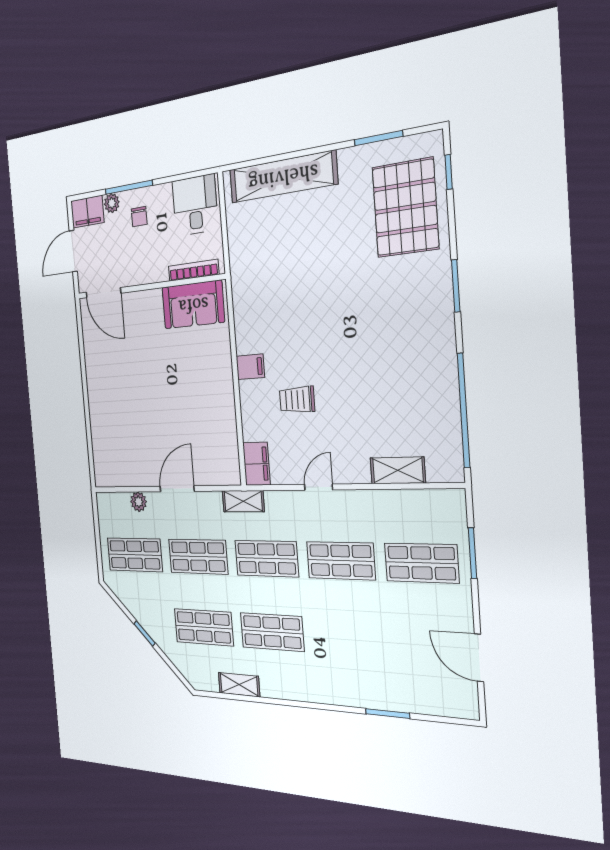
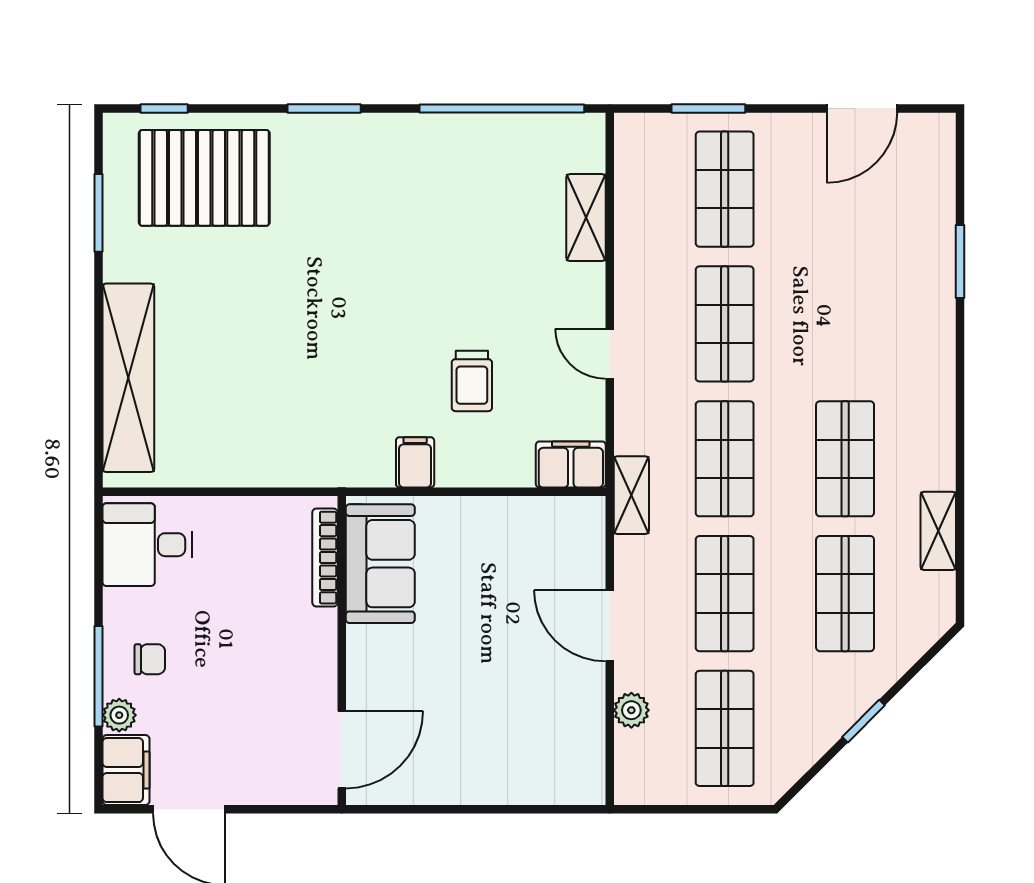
bookcase: (194, 270) -> (325, 558), moved
wall: (149, 287) -> (342, 650), moved
door: (103, 293) -> (342, 750), moved
sofa: (193, 305) -> (380, 564), moved

